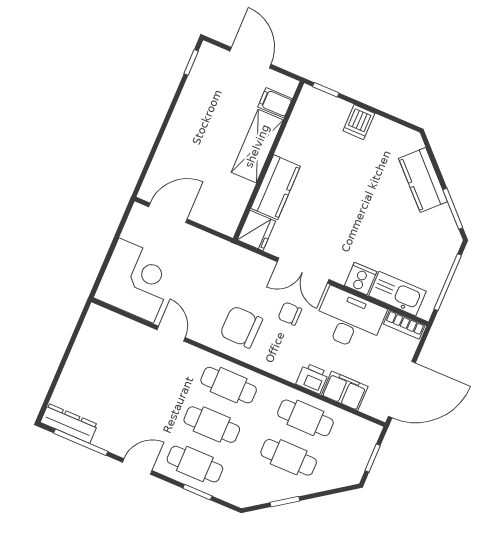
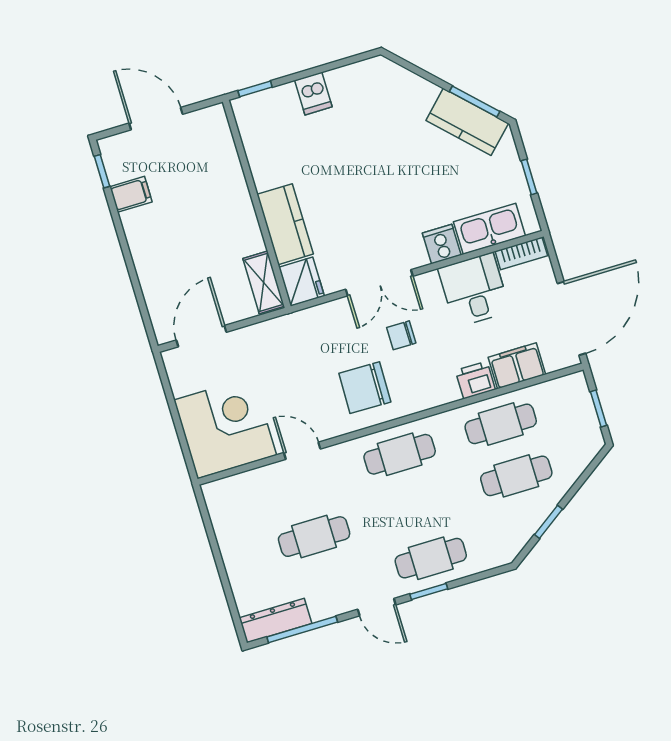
filing cabinet: (275, 103) -> (131, 194), moved, turned 180
shelving: (257, 146) -> (264, 282), moved, width x0.67, depth x0.75
kitchen counter: (423, 180) -> (467, 122), moved
window: (448, 282) -> (529, 177), width x0.46
desk: (349, 320) -> (474, 290), width x0.73
cafe table: (212, 425) -> (314, 537), moved
door: (137, 466) -> (377, 607), swing flipped
window: (197, 492) -> (429, 591), moved

